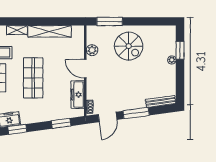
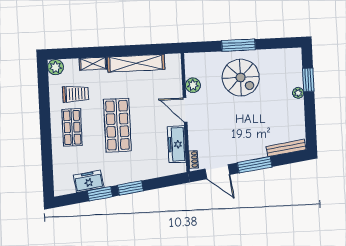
window: (110, 21) -> (238, 45), moved
door: (108, 117) -> (217, 172), hinge flipped
window: (61, 123) -> (130, 188), moved

